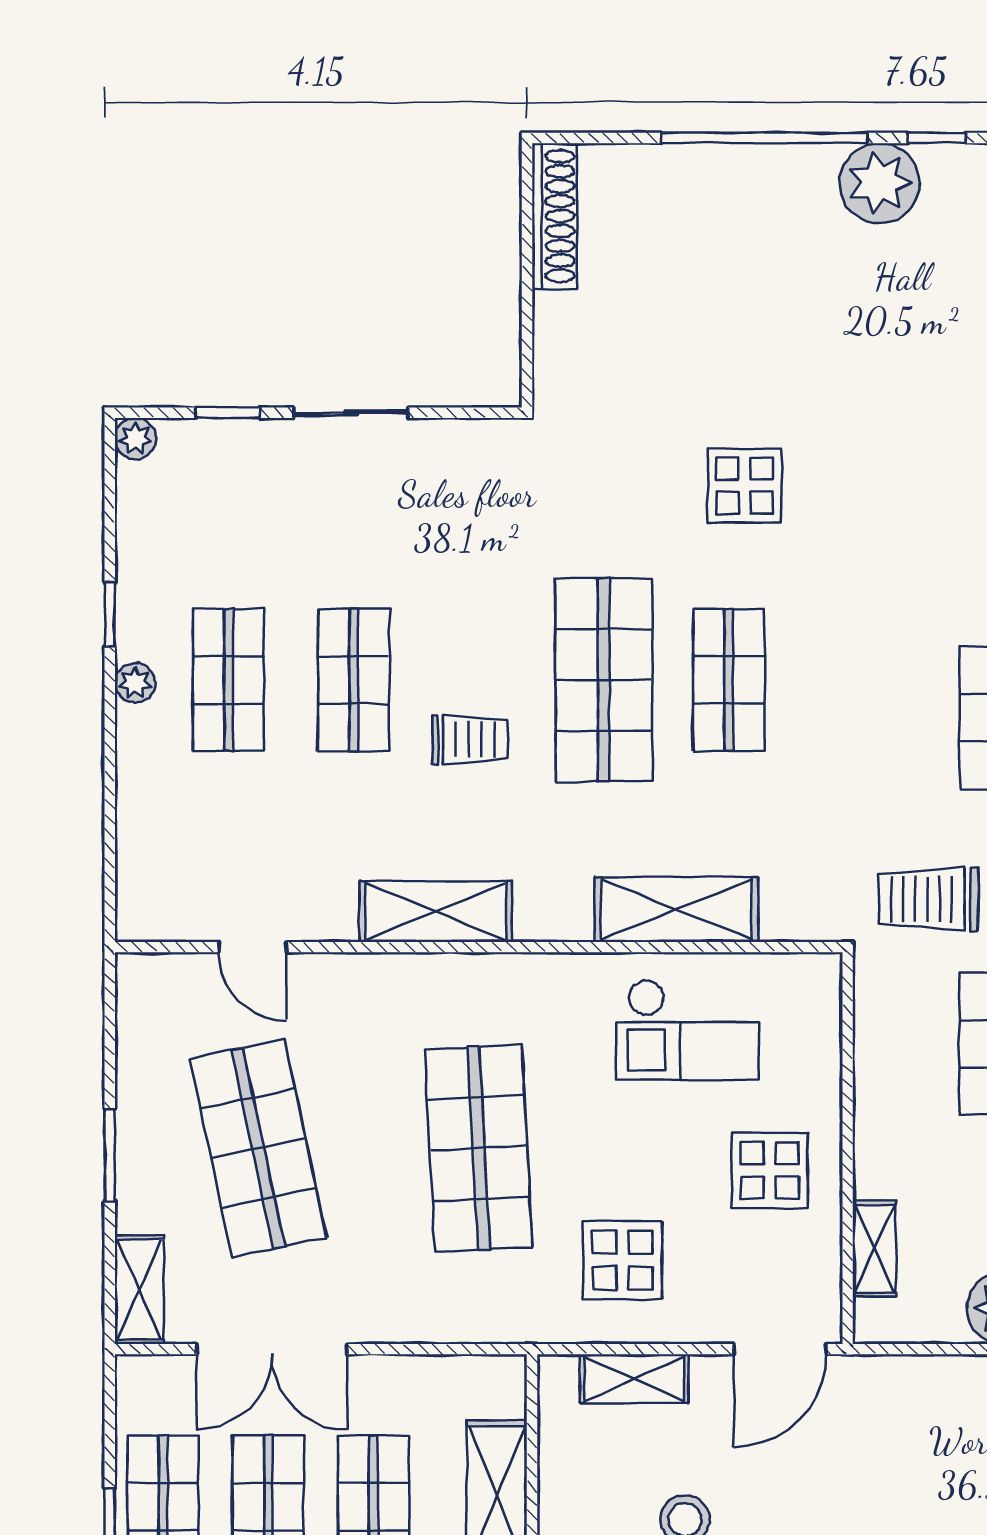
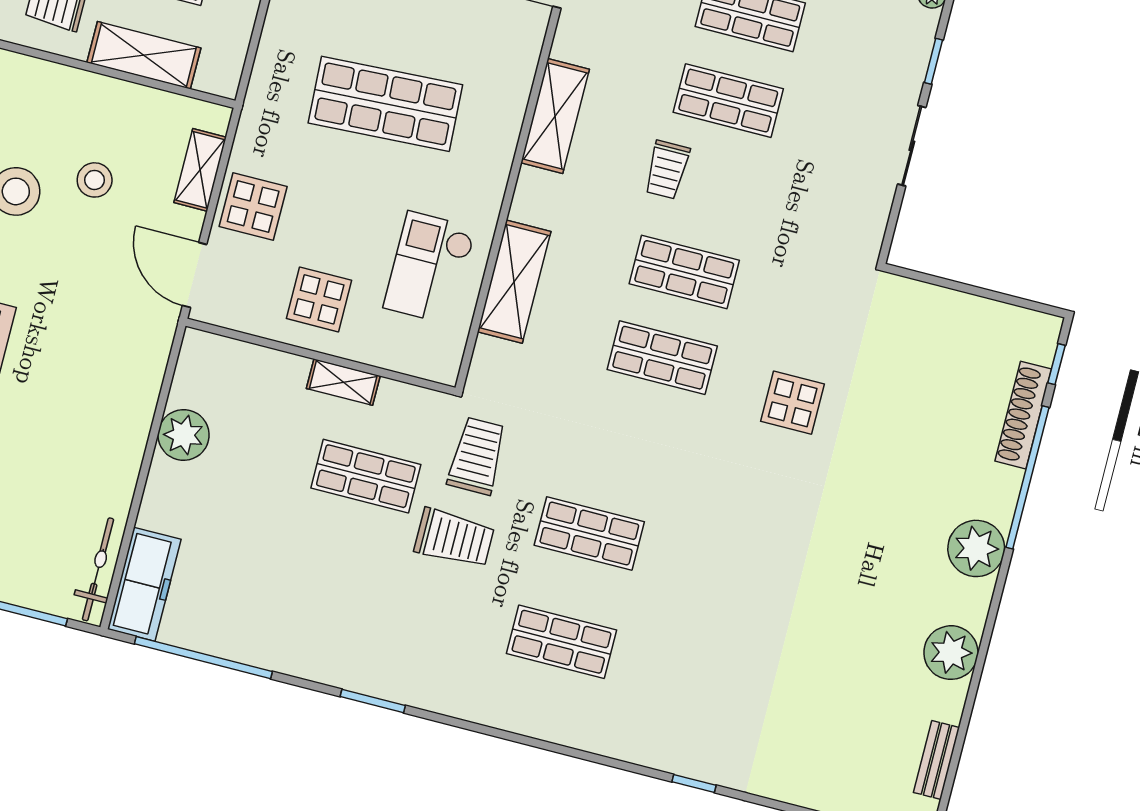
window: (937, 138) -> (1056, 364), moved
shoe rack: (555, 216) -> (1023, 415), moved, turned 90
shop shelf: (604, 680) -> (684, 272), width x0.70, depth x0.74
shelving: (874, 1249) -> (343, 382), moved
display table: (622, 1260) -> (253, 206), moved

